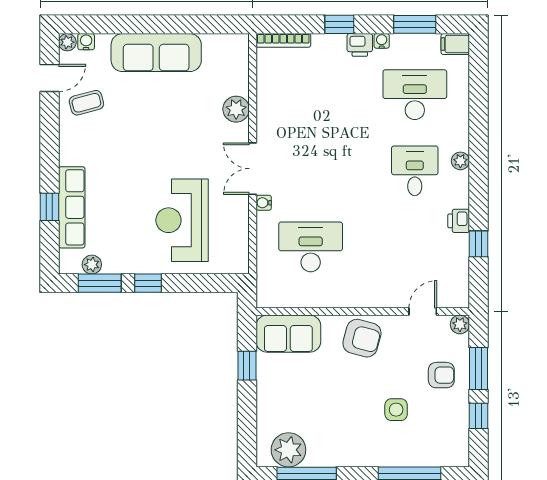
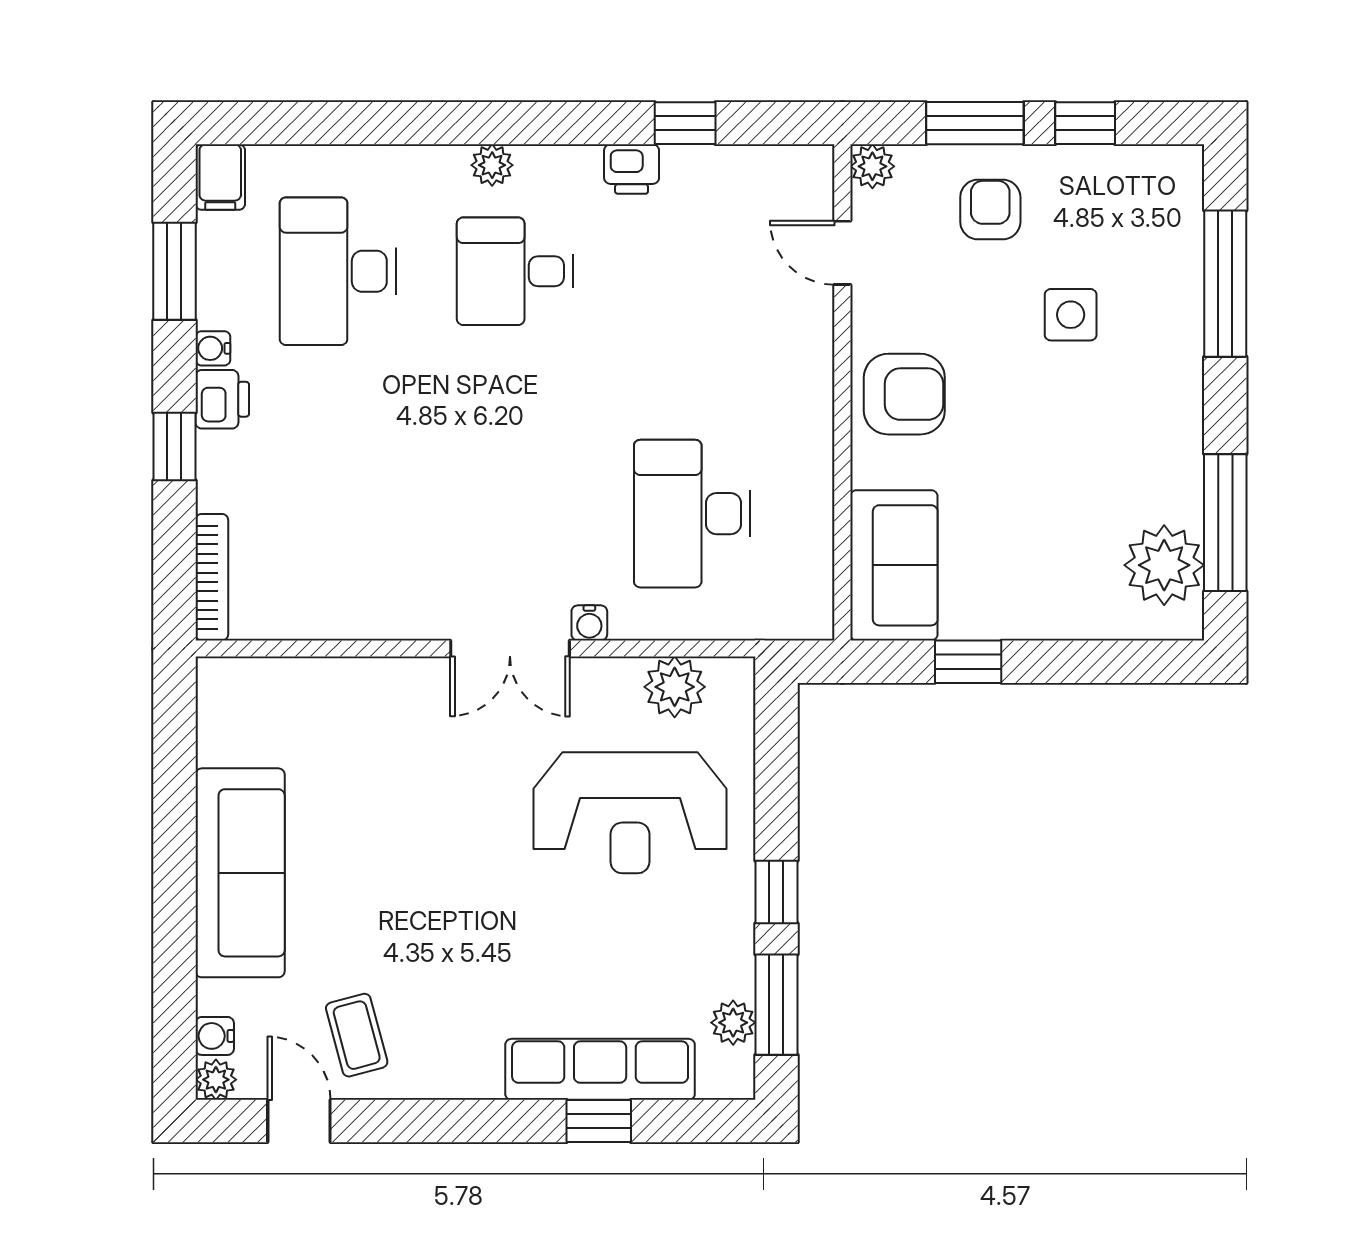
plant: (236, 109) -> (675, 687), moved
armchair: (362, 338) -> (904, 394), turned 75

